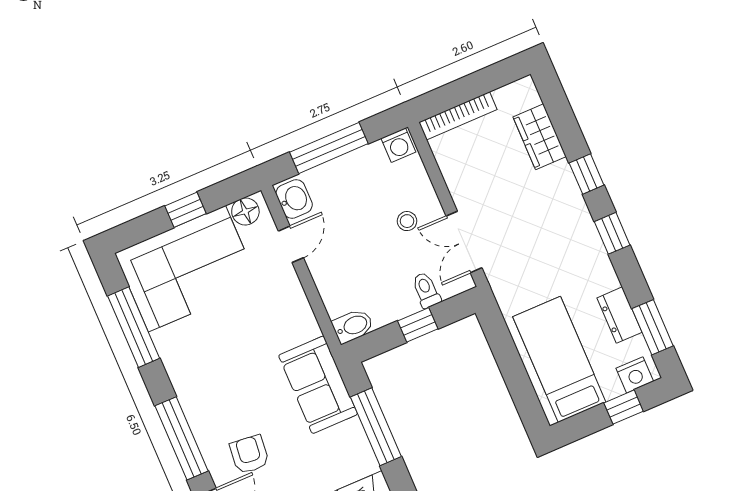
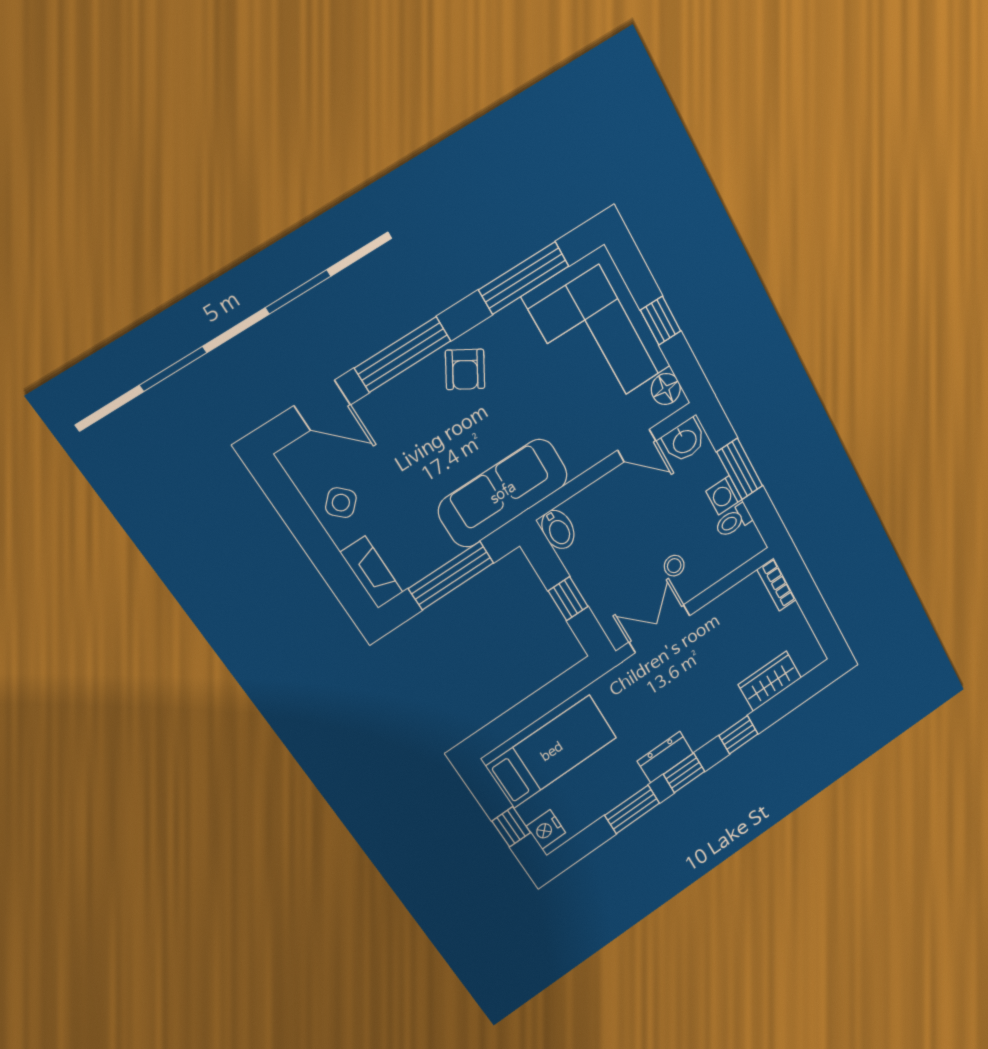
bookcase: (458, 116) -> (777, 585), width x0.64
washing machine: (398, 145) -> (724, 495), moved
window: (329, 148) -> (740, 469), width x0.69
toilet: (426, 290) -> (733, 521), moved, turned 180
dresser: (619, 315) -> (665, 757), moved
window: (653, 327) -> (632, 809), moved
sofa: (318, 385) -> (503, 493), width x1.36
armchair: (249, 454) -> (465, 369), moved, turned 114

